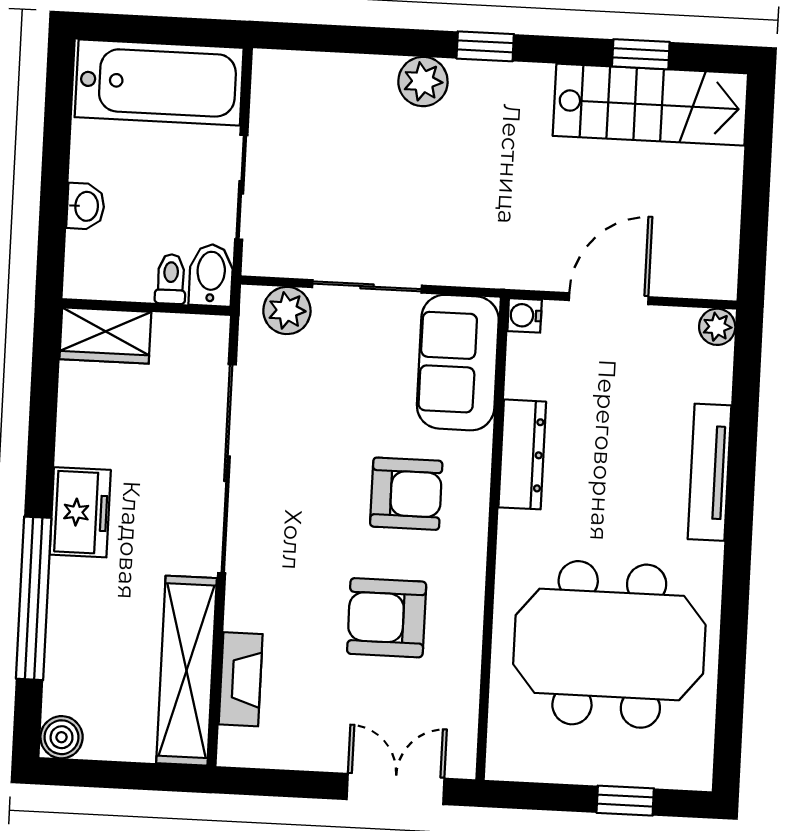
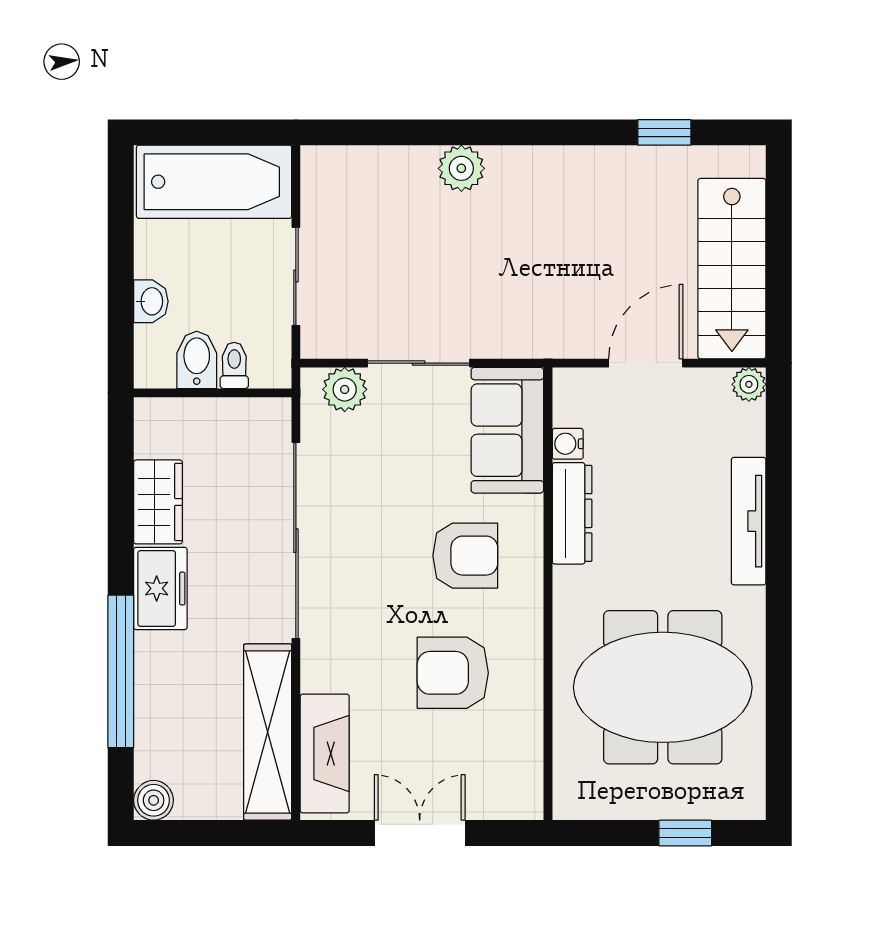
window: (485, 46) -> (518, 132), removed
stairs: (650, 105) -> (732, 269), moved, turned 90
bidet: (211, 275) -> (197, 360), moved
water cooler: (525, 315) -> (568, 444), moved
wardrobe: (105, 335) -> (158, 502), moved, turned -90
fireplace: (241, 679) -> (325, 754), width x1.37, depth x1.32
double door: (395, 789) -> (420, 833), moved

